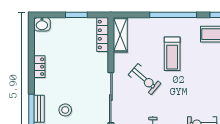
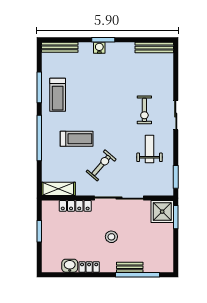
washbasin: (42, 24) -> (70, 266), moved, turned -90
locker: (103, 35) -> (75, 206), moved
stool: (65, 110) -> (111, 237), moved

